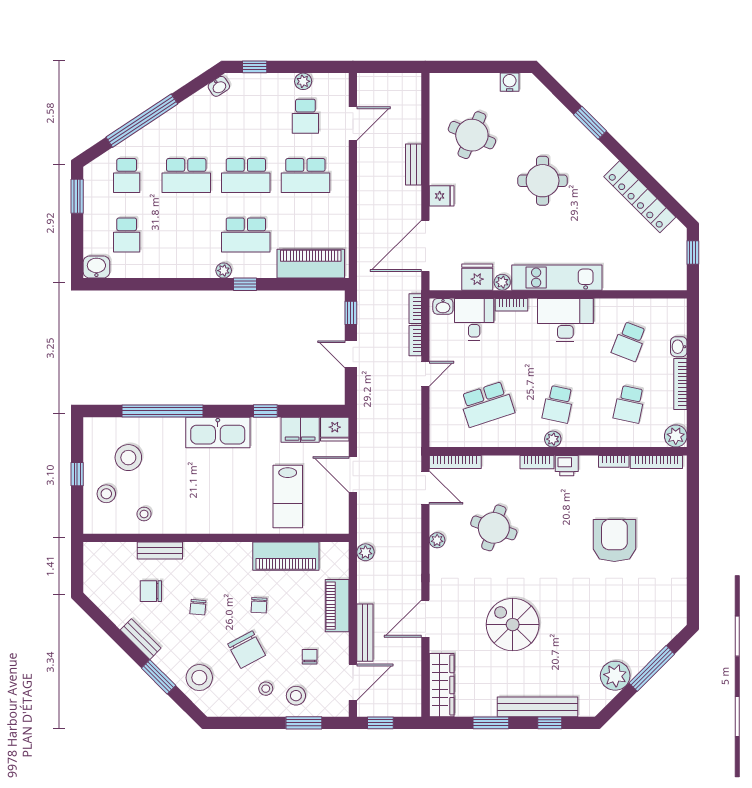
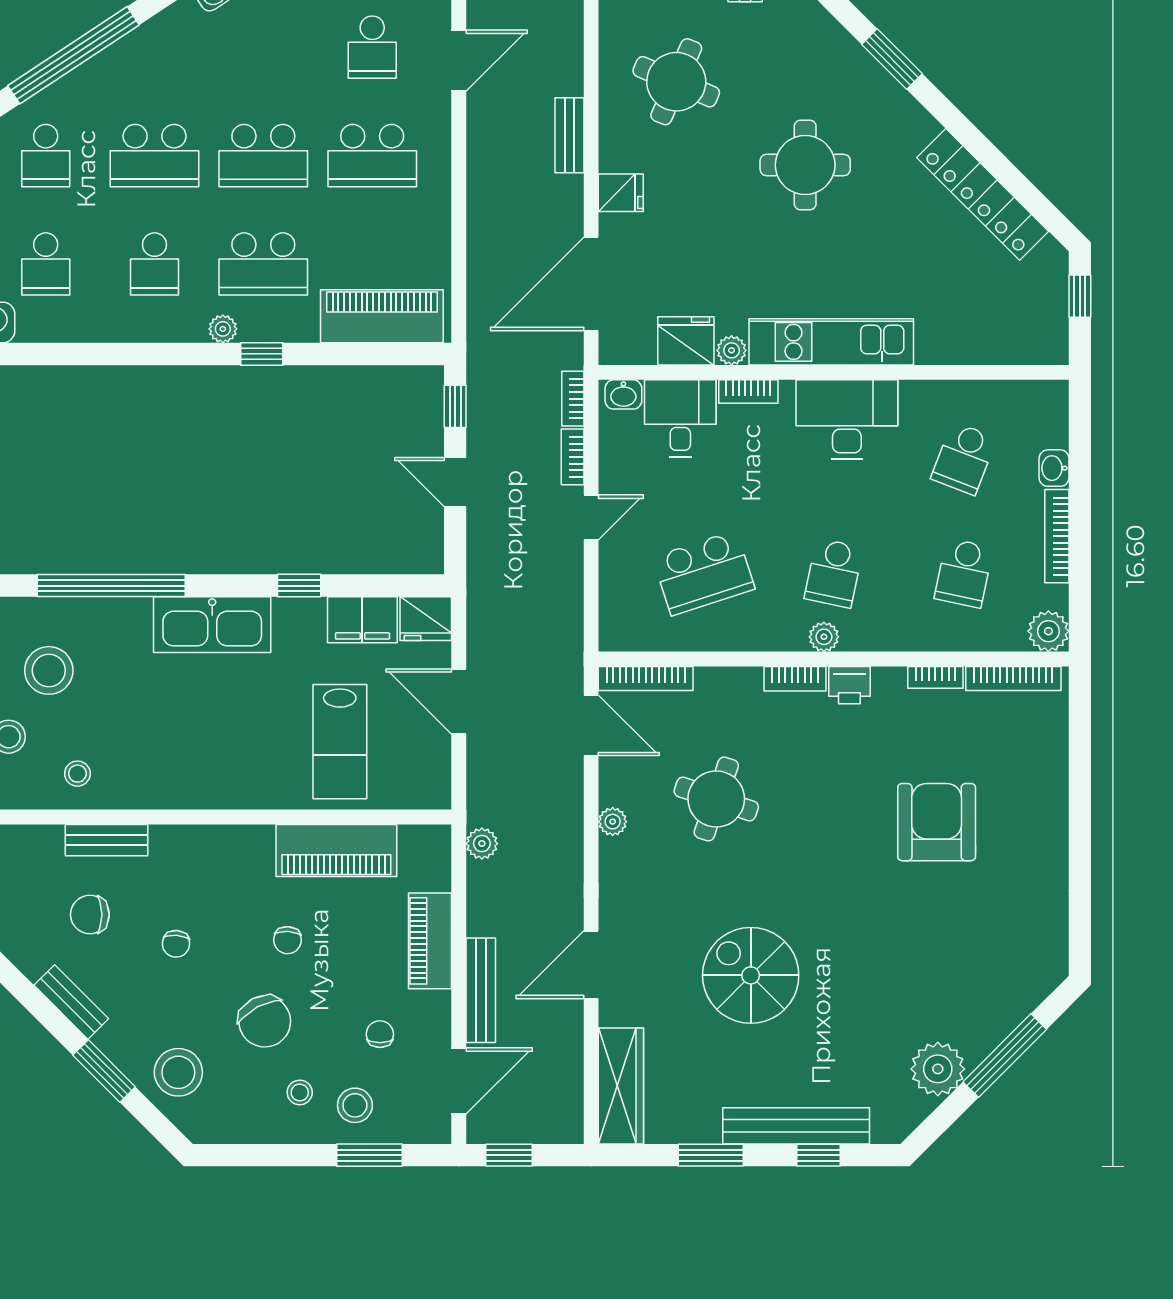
school desk: (186, 235) -> (155, 264), added

